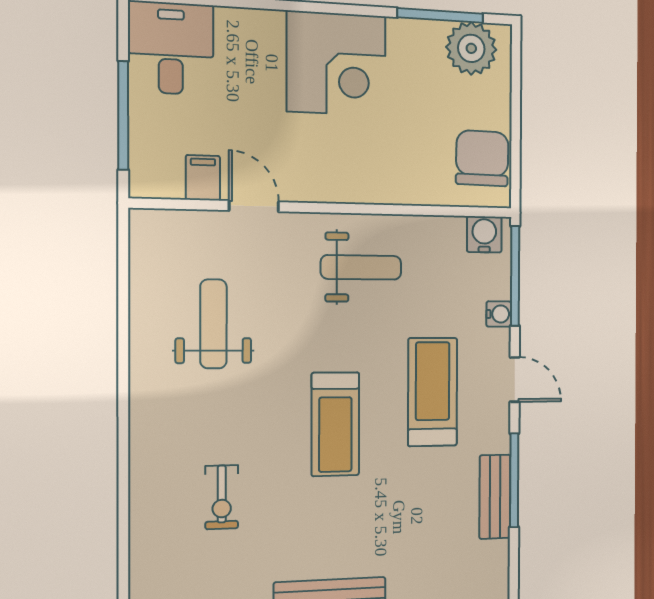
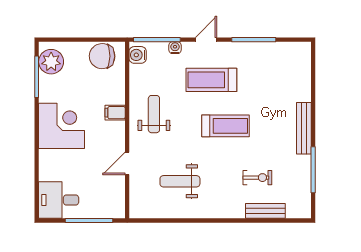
filing cabinet: (203, 178) -> (115, 113), moved
bench: (495, 497) -> (265, 211), moved

